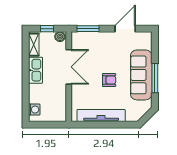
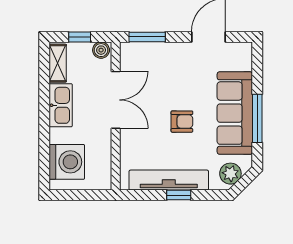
washing machine: (34, 110) -> (67, 162), width x1.89, depth x1.89
plant: (139, 112) -> (230, 174), added
window: (107, 125) -> (179, 195), added

